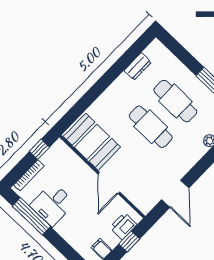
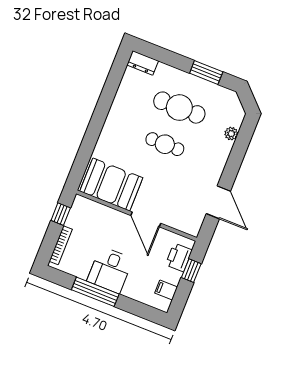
dresser: (138, 66) -> (143, 63), moved, turned 90
cafe table: (151, 127) -> (165, 144), width x0.73, depth x0.74
desk: (52, 204) -> (110, 270), moved
window: (31, 216) -> (95, 292), moved

